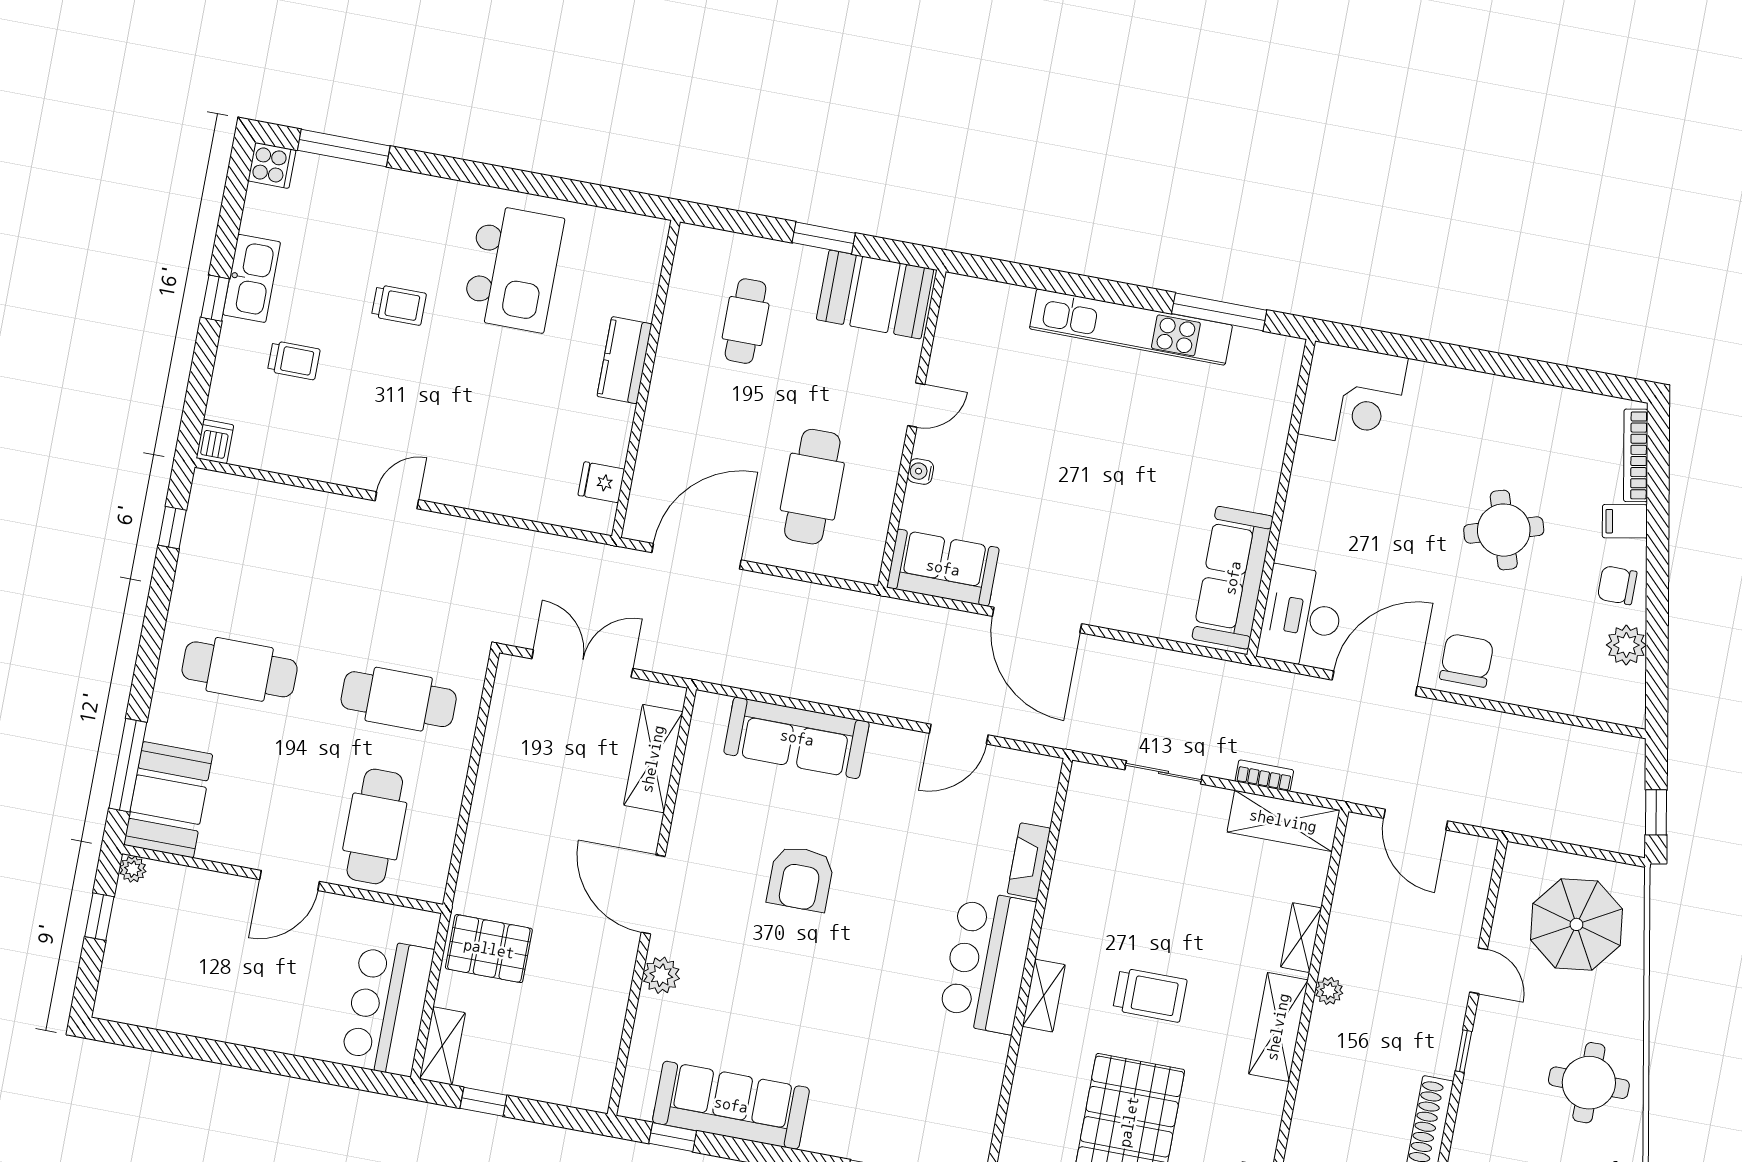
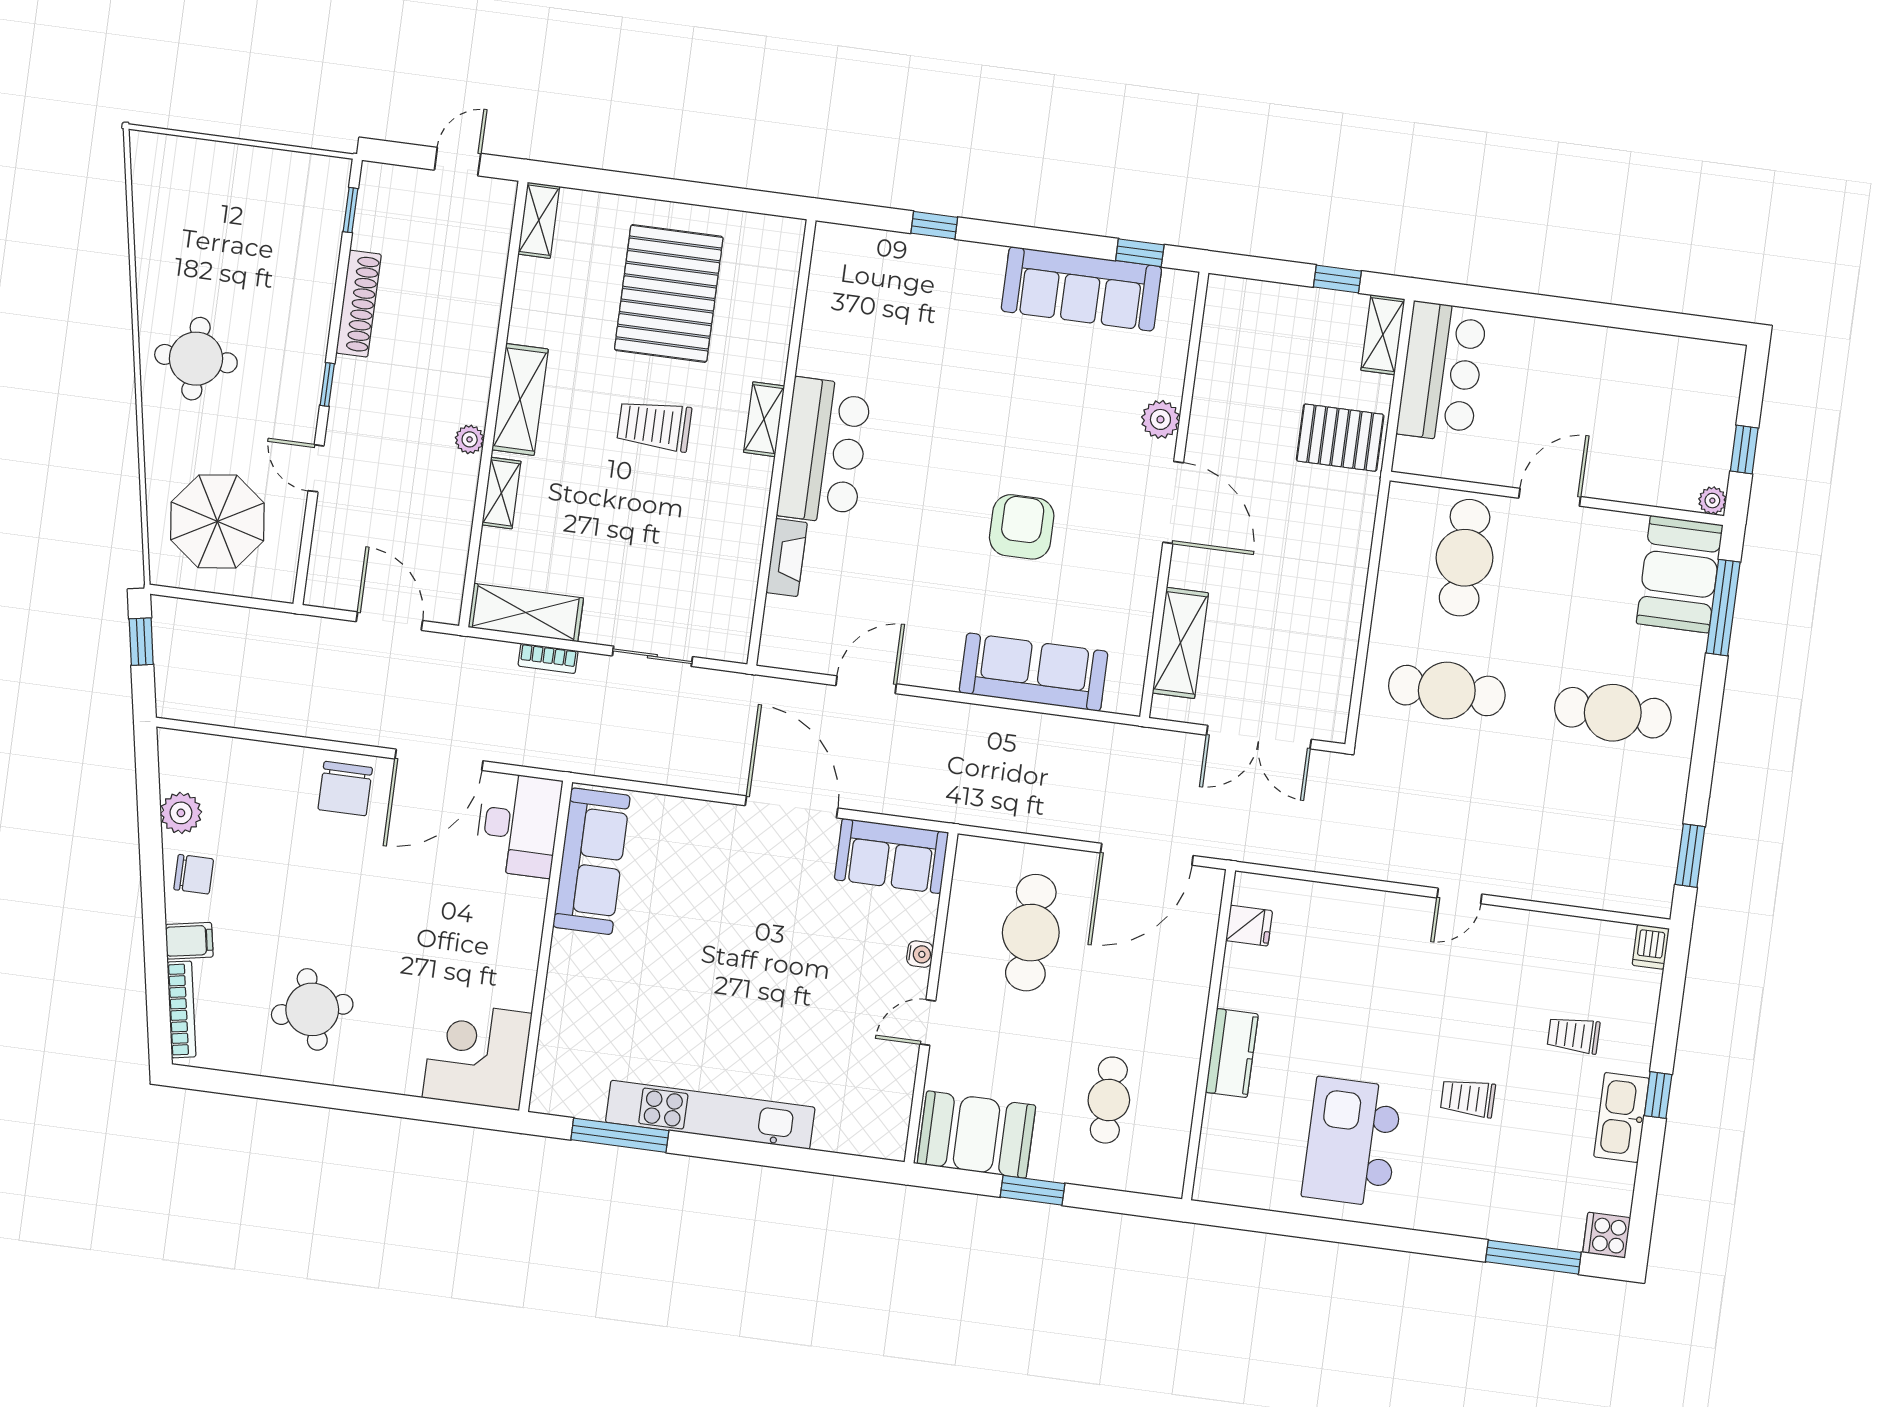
window: (172, 528) -> (1690, 856), width x1.50
round table: (1504, 530) -> (312, 1009), moved

